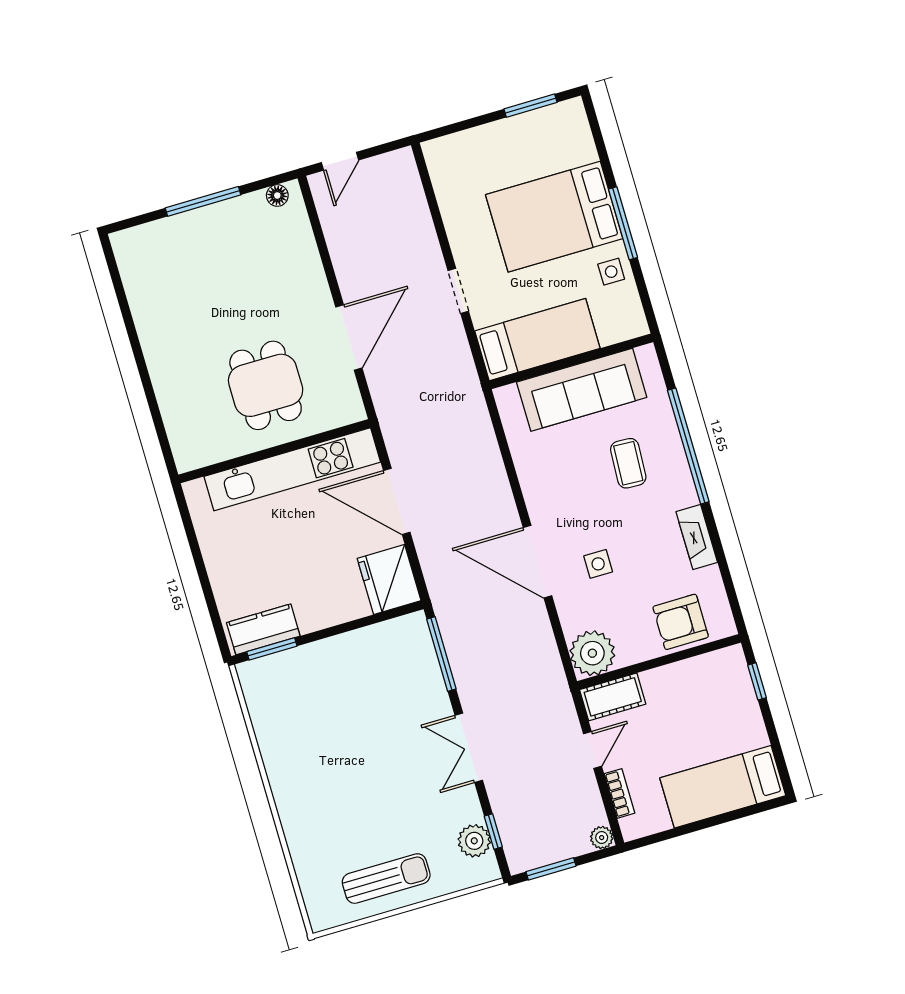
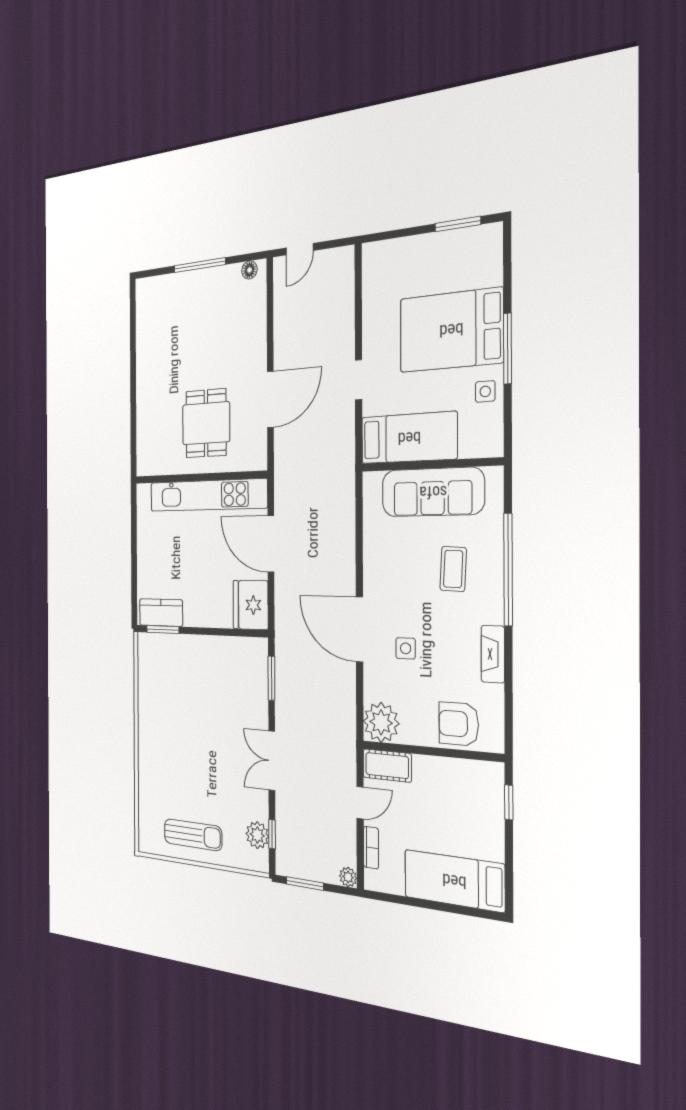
window: (441, 654) -> (271, 678), width x0.69

